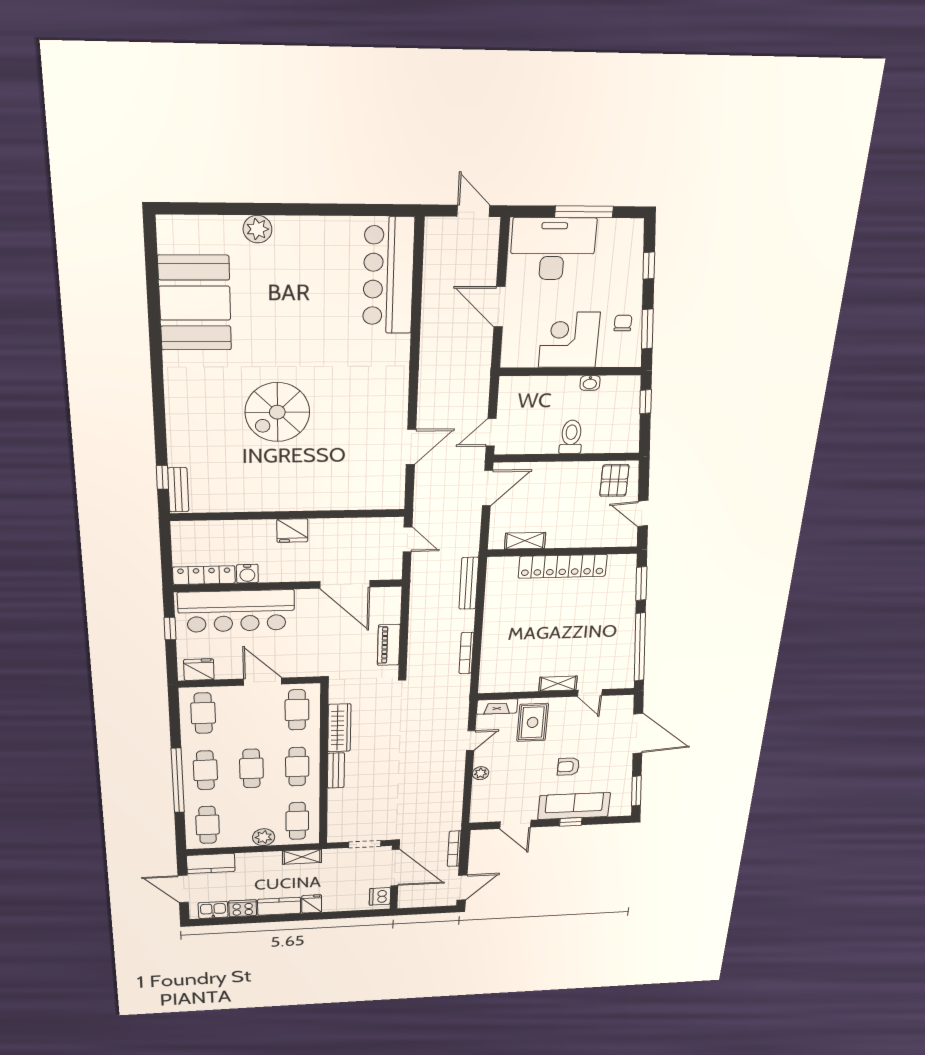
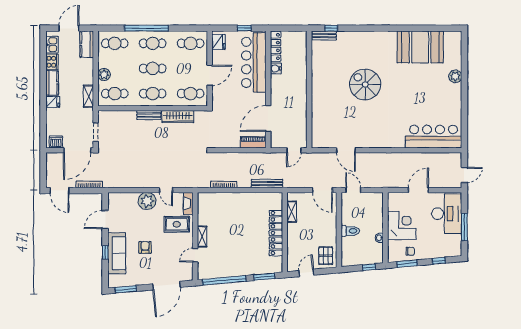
pallet: (614, 480) -> (326, 256), turned 90
fridge: (292, 531) -> (300, 91), removed
piano: (389, 645) -> (253, 142), moved
plant: (481, 773) -> (147, 201), width x1.88, depth x1.88

